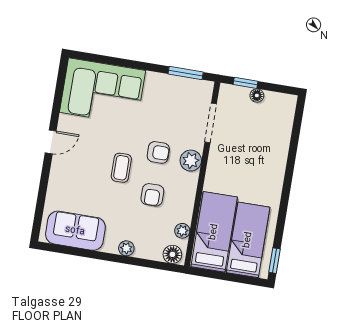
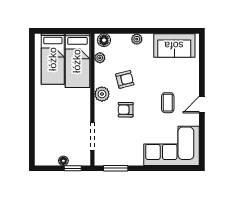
plant: (191, 161) -> (102, 94), moved
coffee table: (121, 168) -> (168, 103), moved
armchair: (152, 195) -> (125, 79), turned 76
window: (275, 261) -> (32, 48), removed

